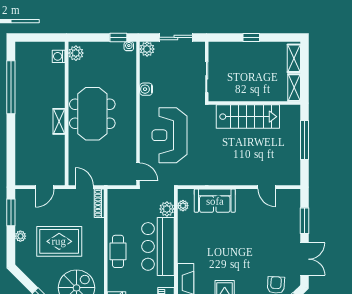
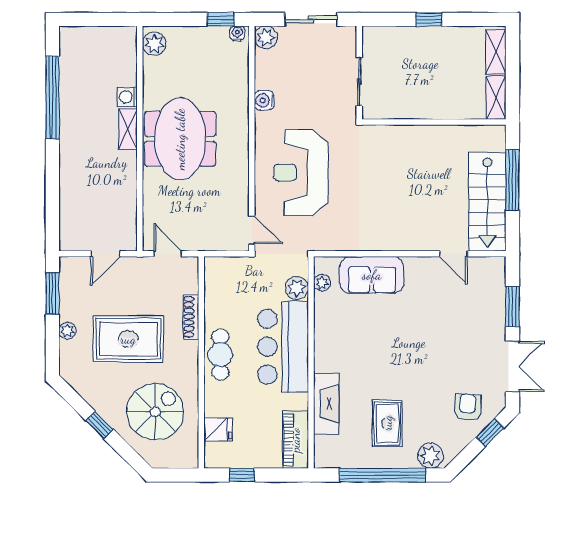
washing machine: (59, 56) -> (127, 97), moved
stairs: (248, 117) -> (487, 202), moved, turned 90
shelving: (59, 121) -> (128, 129), moved
shoe rack: (99, 203) -> (191, 317), moved

